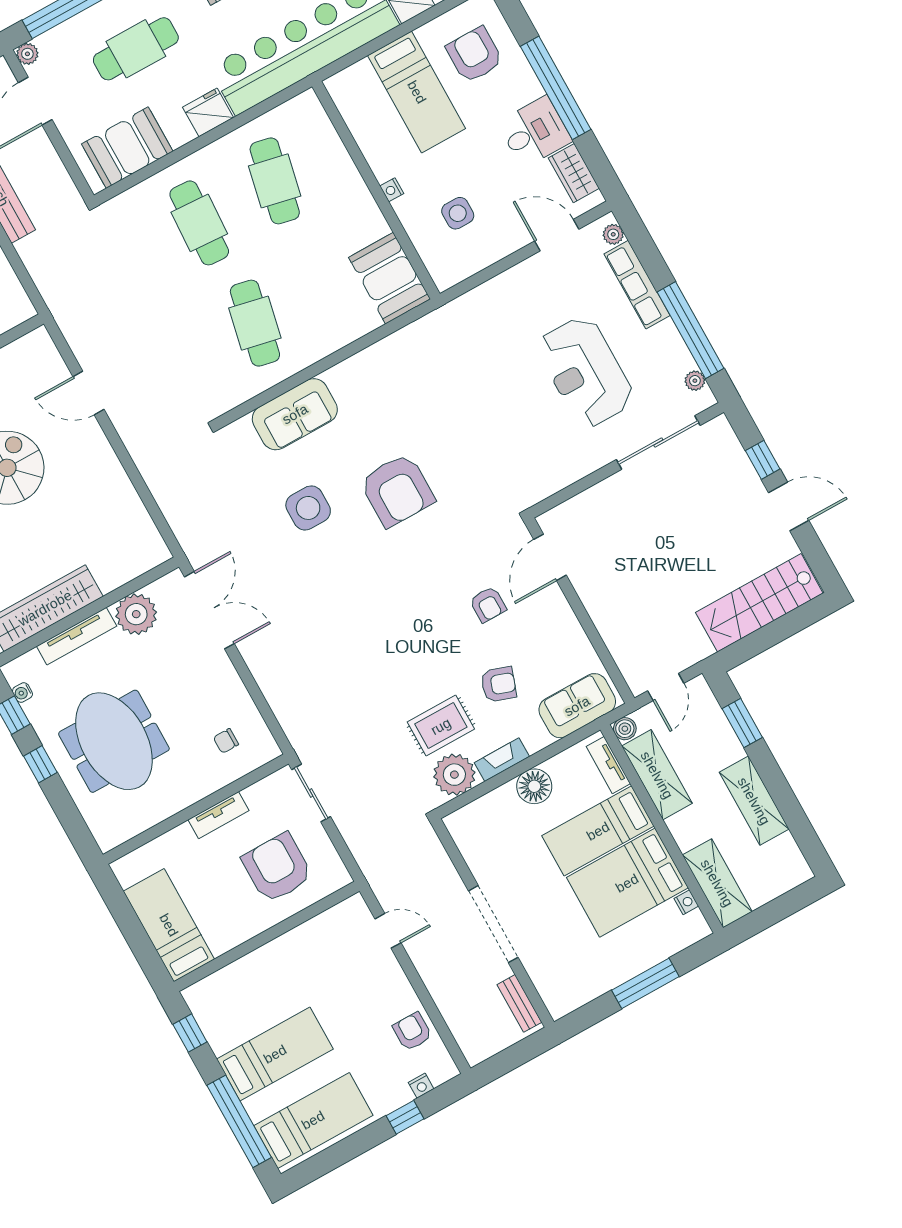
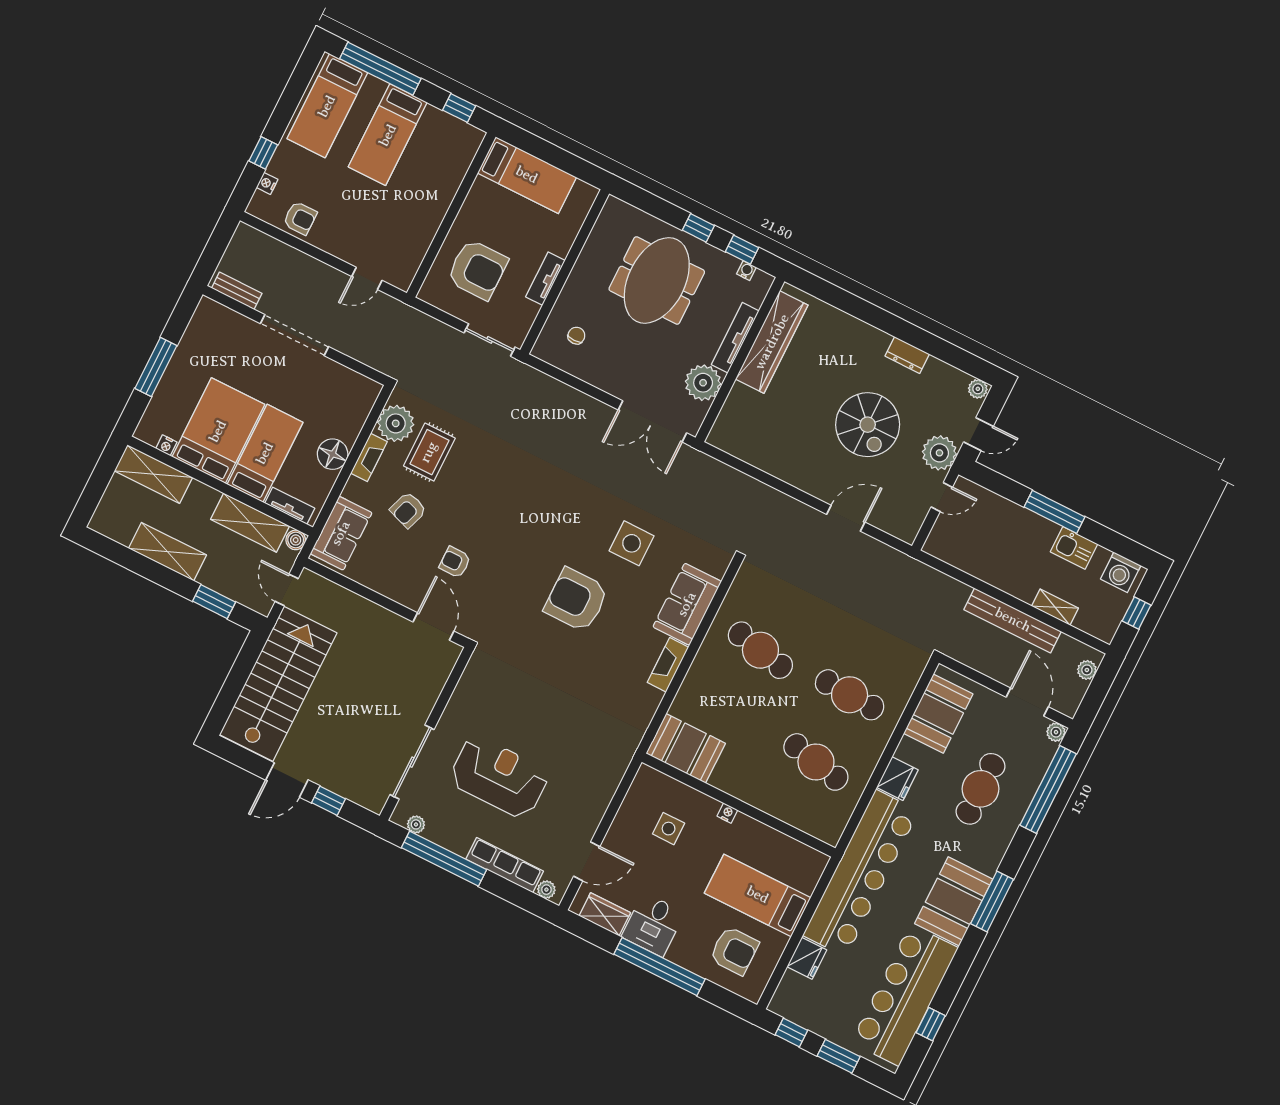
fireplace: (352, 369) -> (668, 665), added
stairs: (759, 603) -> (278, 684), width x1.36, depth x1.51
meeting table: (114, 741) -> (657, 280), turned 90

